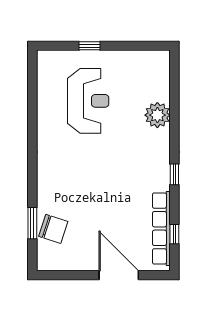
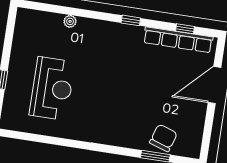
reception desk: (88, 101) -> (52, 88), turned 90
plant: (157, 115) -> (70, 21), width x0.53, depth x0.53

